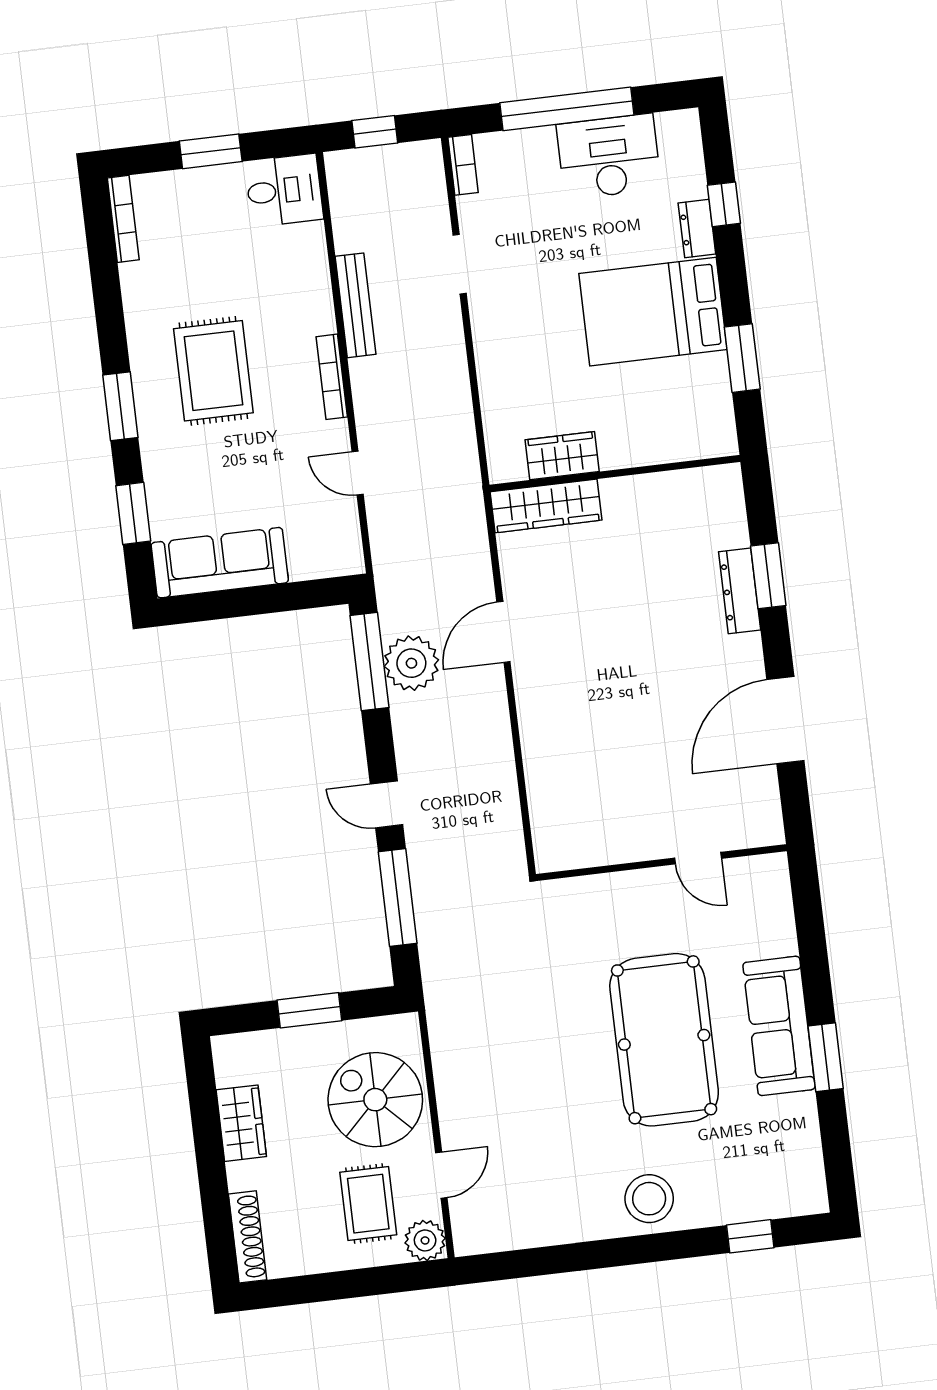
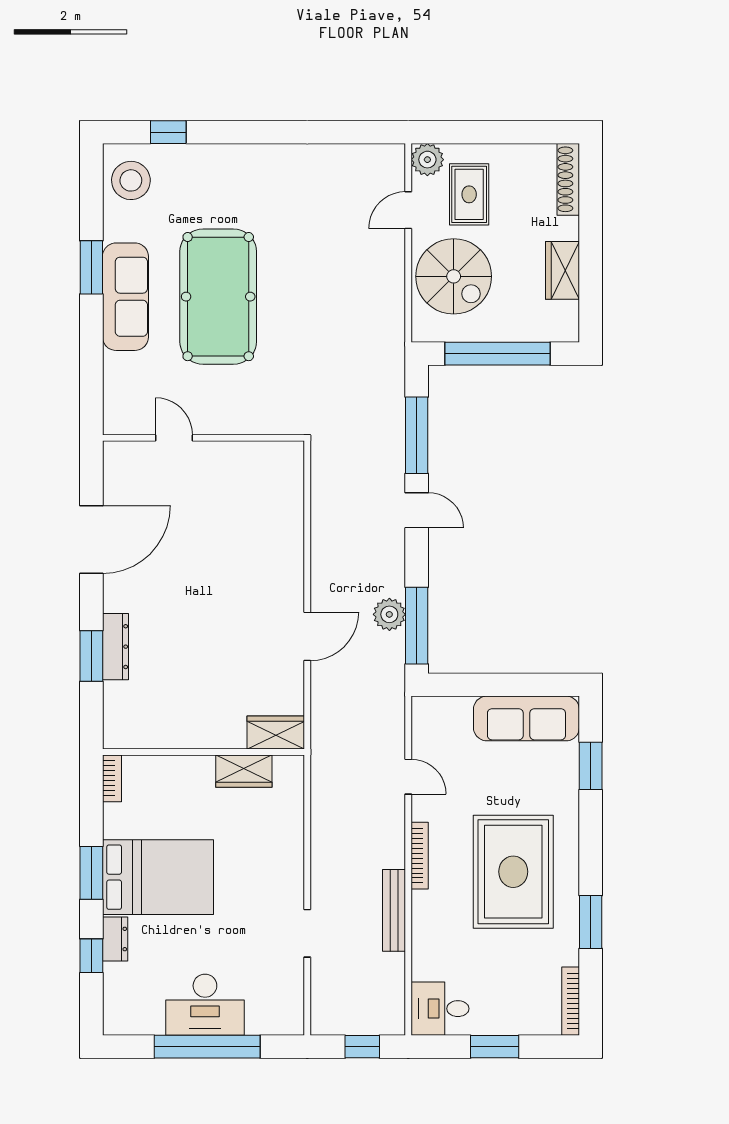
desk: (609, 157) -> (205, 1005), moved
bookcase: (463, 165) -> (112, 778), moved, turned 180
window: (742, 358) -> (91, 873), moved
rug: (213, 371) -> (513, 872), width x1.37, depth x1.44
window: (120, 406) -> (591, 922), moved
wardrobe: (546, 506) -> (276, 733), width x0.67
plant: (411, 663) -> (389, 614), width x0.73, depth x0.73
window: (309, 1010) -> (498, 354), width x2.11
stool: (649, 1199) -> (131, 180), moved

